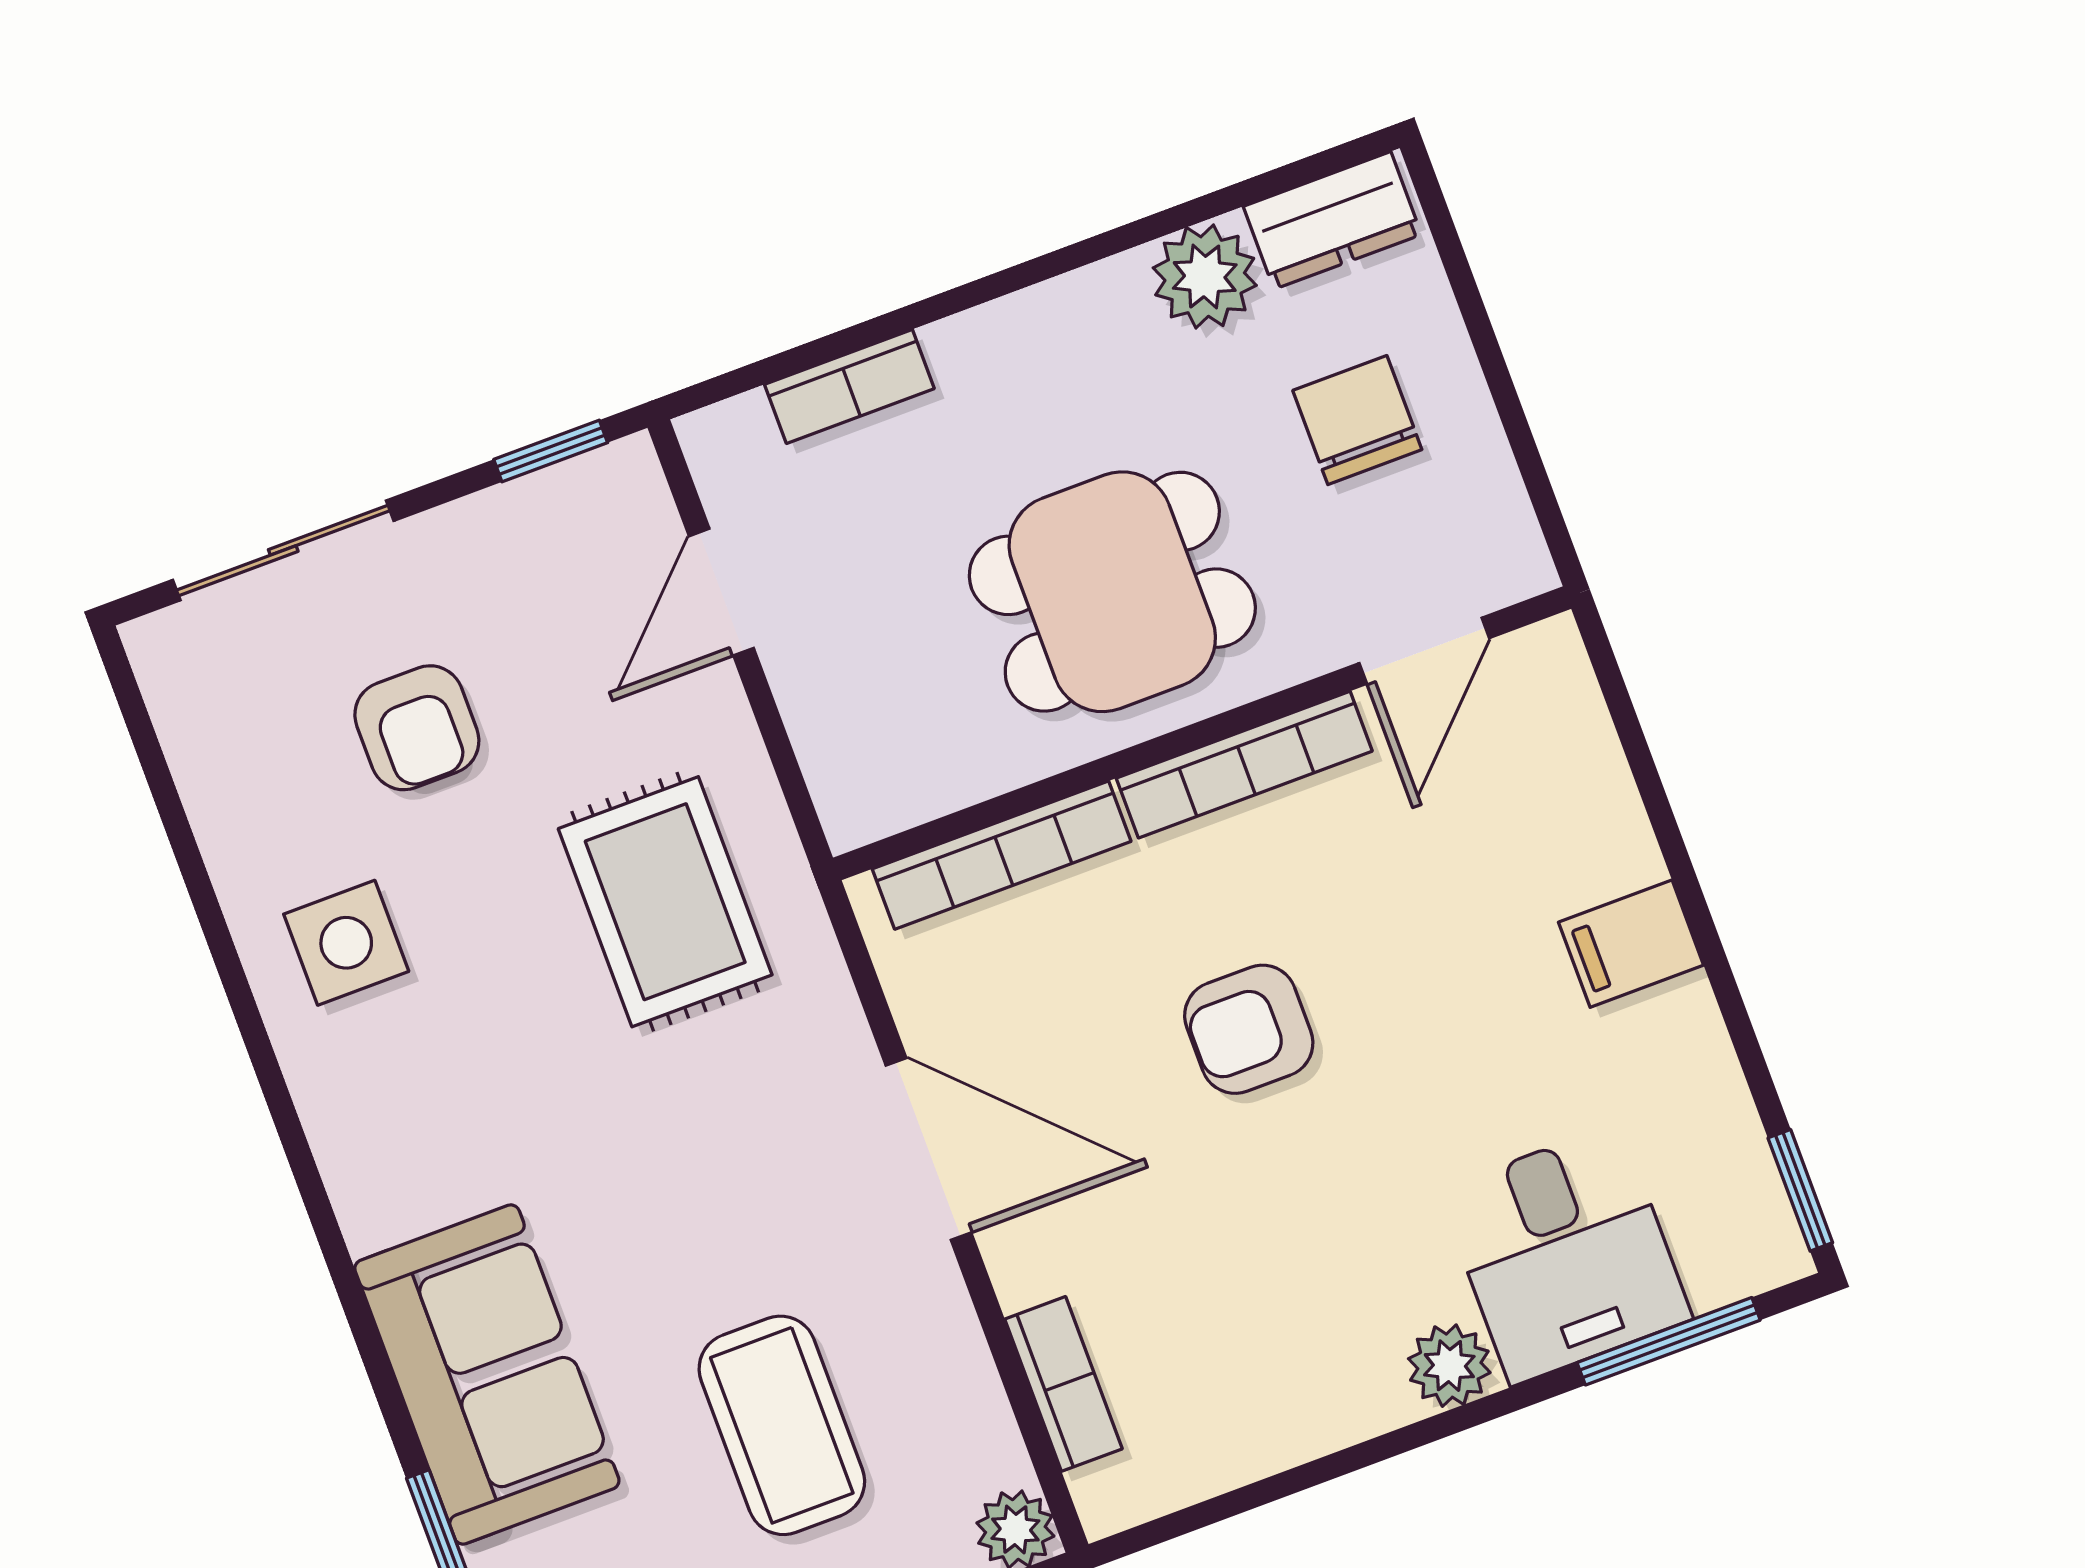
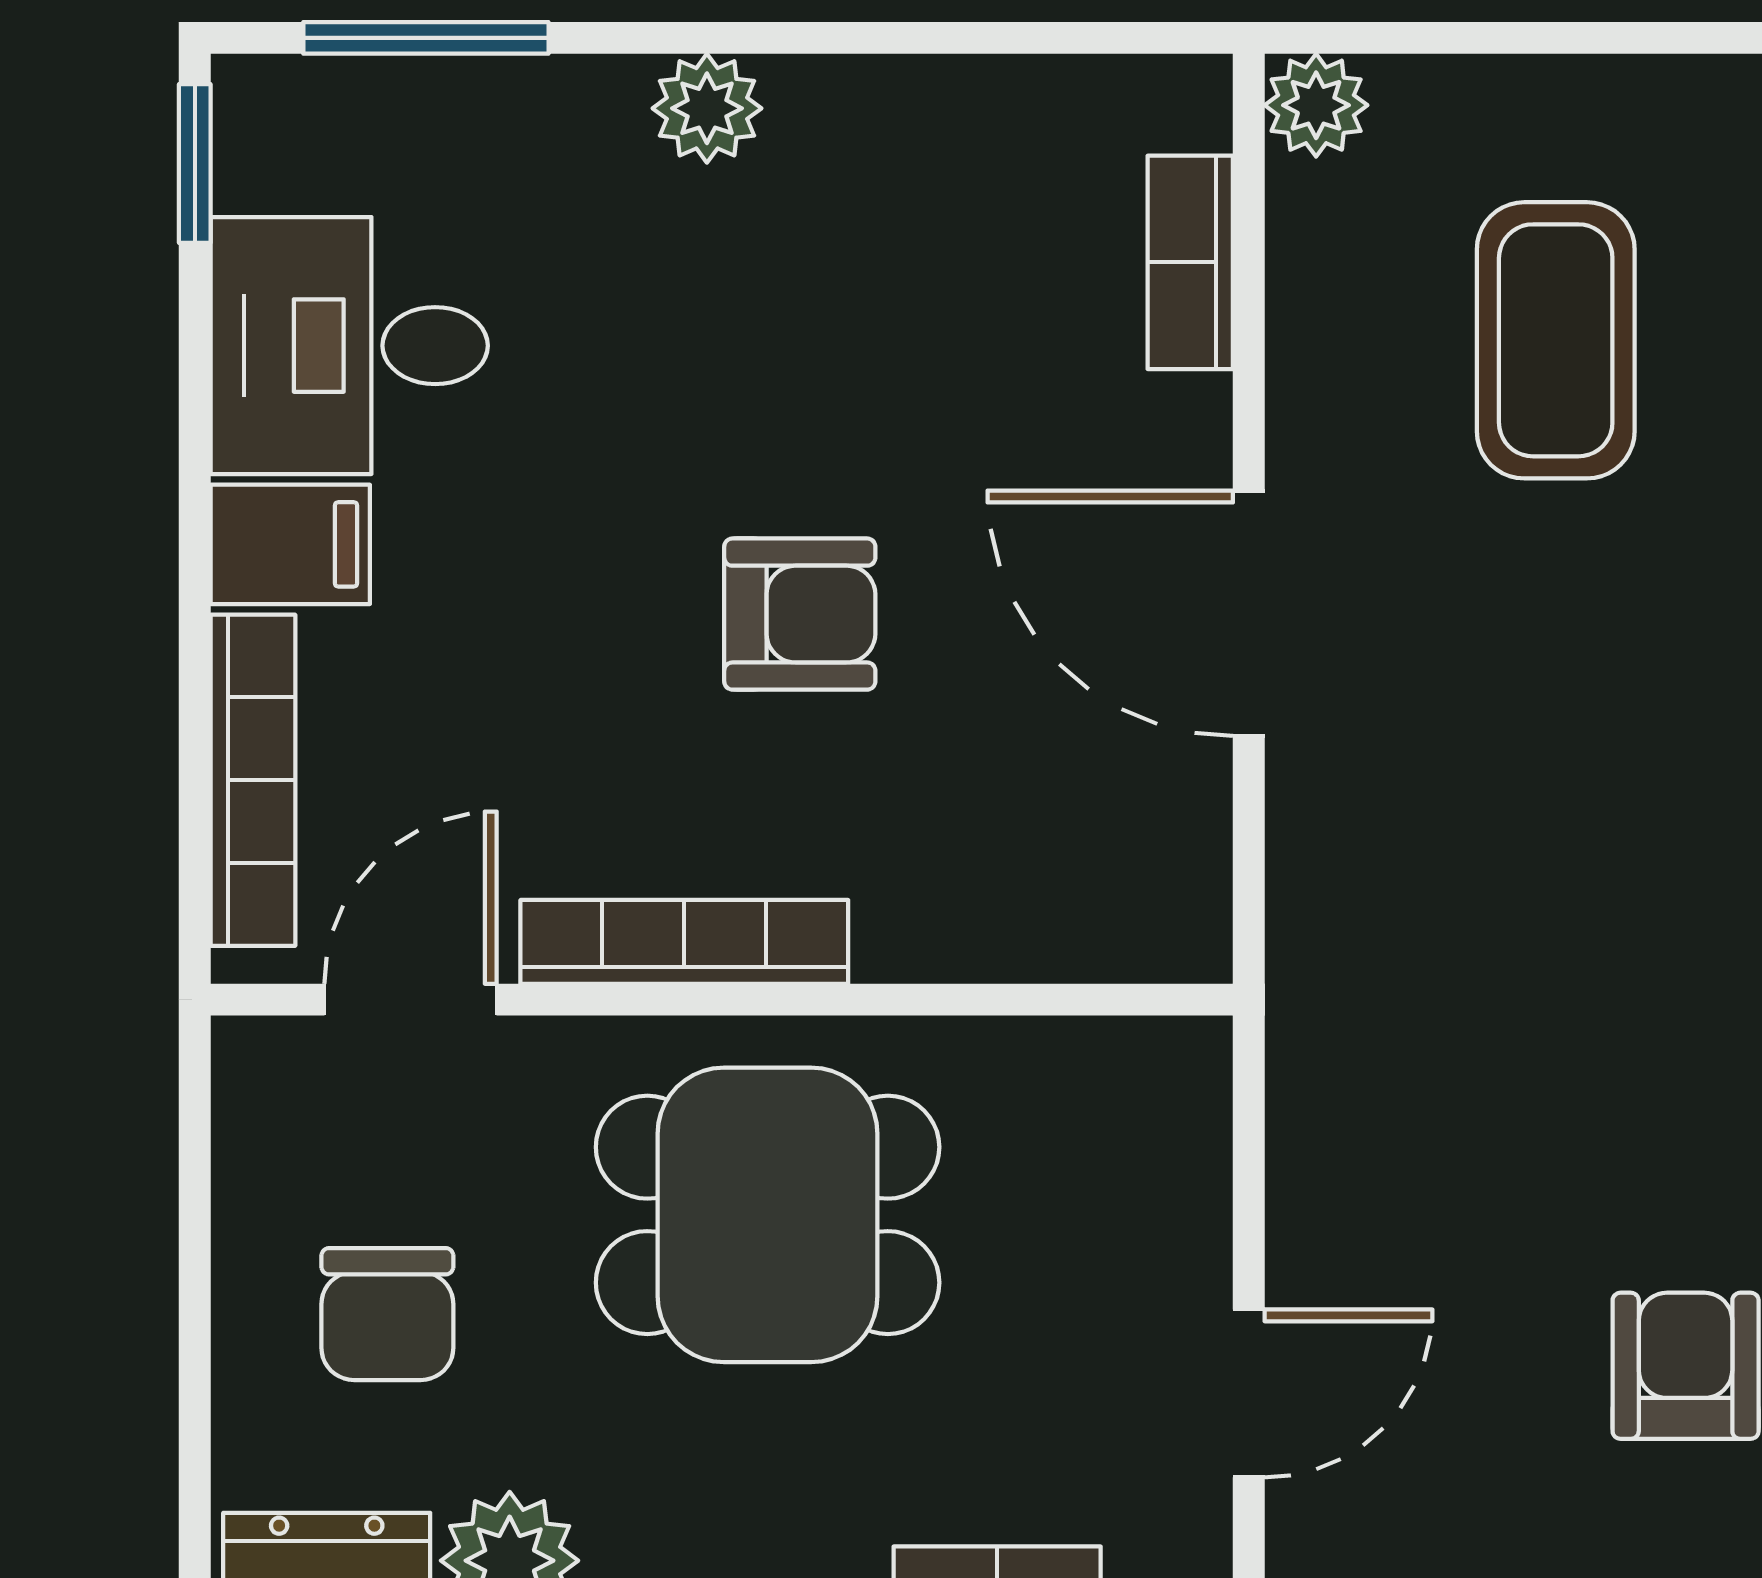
bookcase: (1002, 855) -> (253, 780), moved, turned 90
rug: (665, 902) -> (1460, 1038), removed
desk: (1565, 1254) -> (349, 346), moved, turned -90

